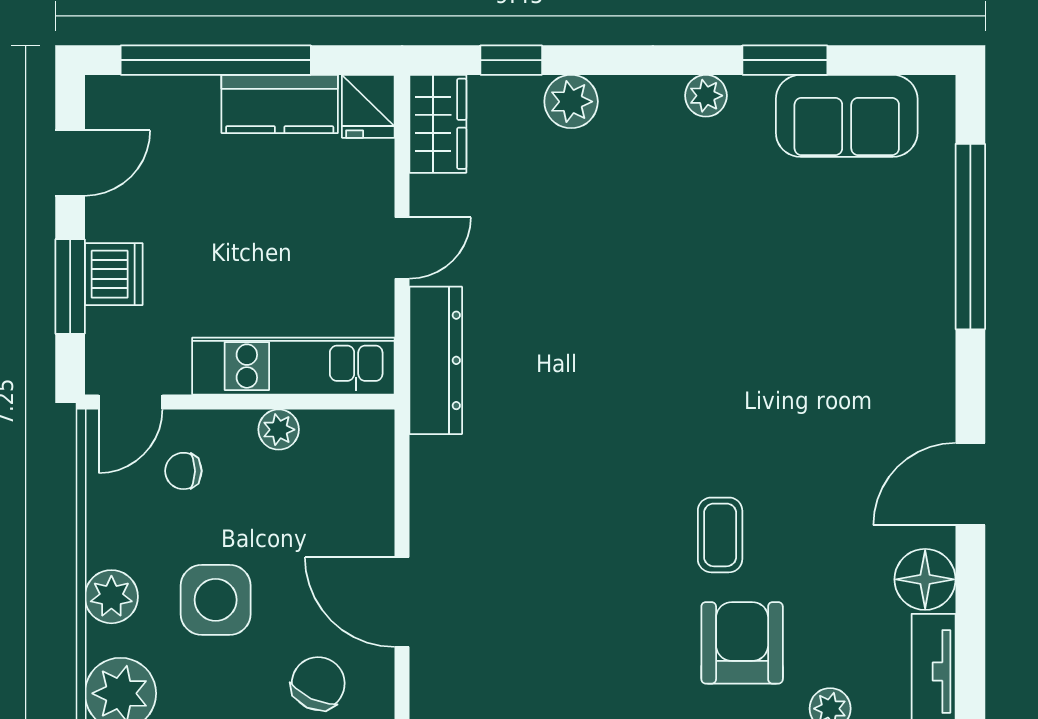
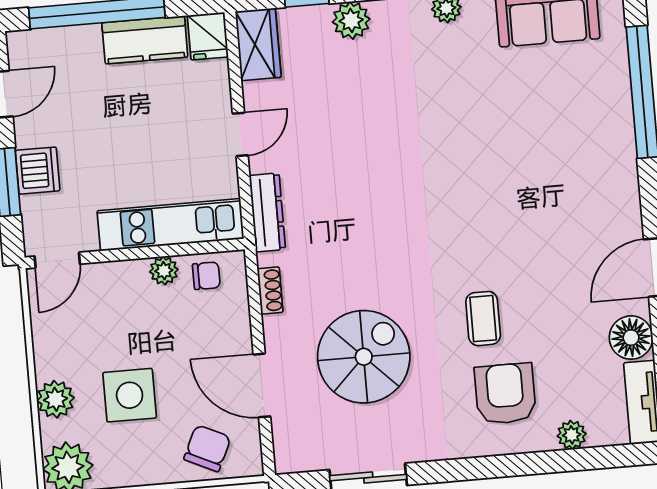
dresser: (436, 360) -> (267, 212), width x0.73, depth x0.80
shoe rack: (425, 470) -> (270, 291), added
chair: (183, 471) -> (206, 276), moved, turned 180
spiral stairs: (548, 574) -> (364, 357), added

